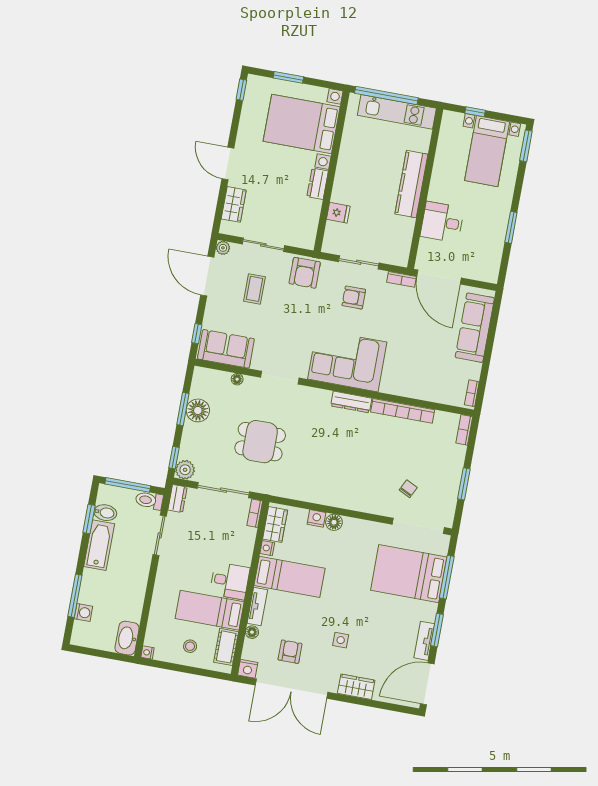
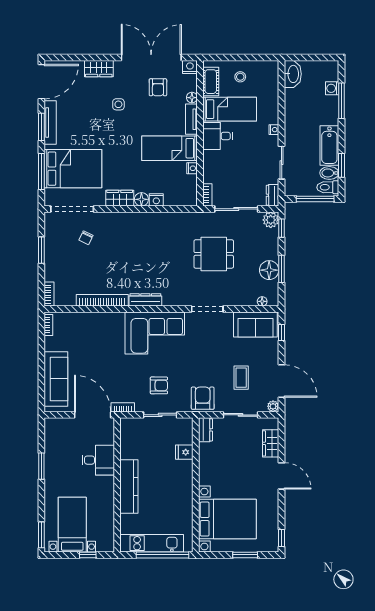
dresser: (318, 184) -> (205, 430), moved
floor lamp: (237, 379) -> (262, 301), moved
toilet: (149, 500) -> (328, 187), moved, turned 180
wardrobe: (275, 524) -> (120, 198), moved, turned 90
tv unit: (424, 641) -> (50, 123), width x1.41
nightstand: (147, 652) -> (274, 130), moved

